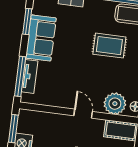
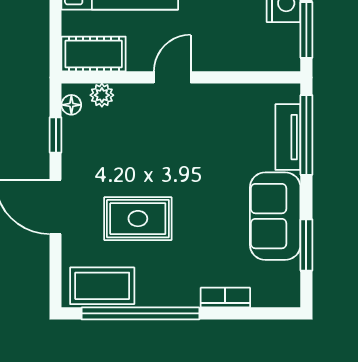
plant: (115, 104) -> (102, 95), width x0.53, depth x0.53
door: (83, 114) -> (172, 77), swing flipped

